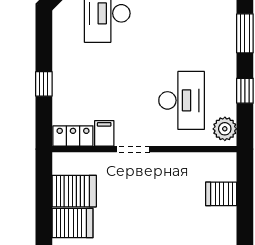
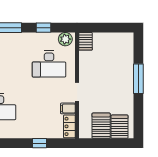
desk: (182, 100) -> (49, 64), turned 180
server rack: (221, 194) -> (86, 41), moved

